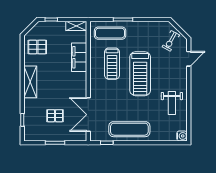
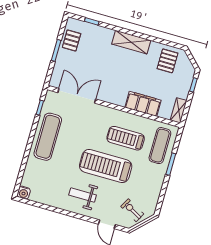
weight bench: (172, 103) -> (83, 195), moved
pallet: (55, 116) -> (72, 40), moved

